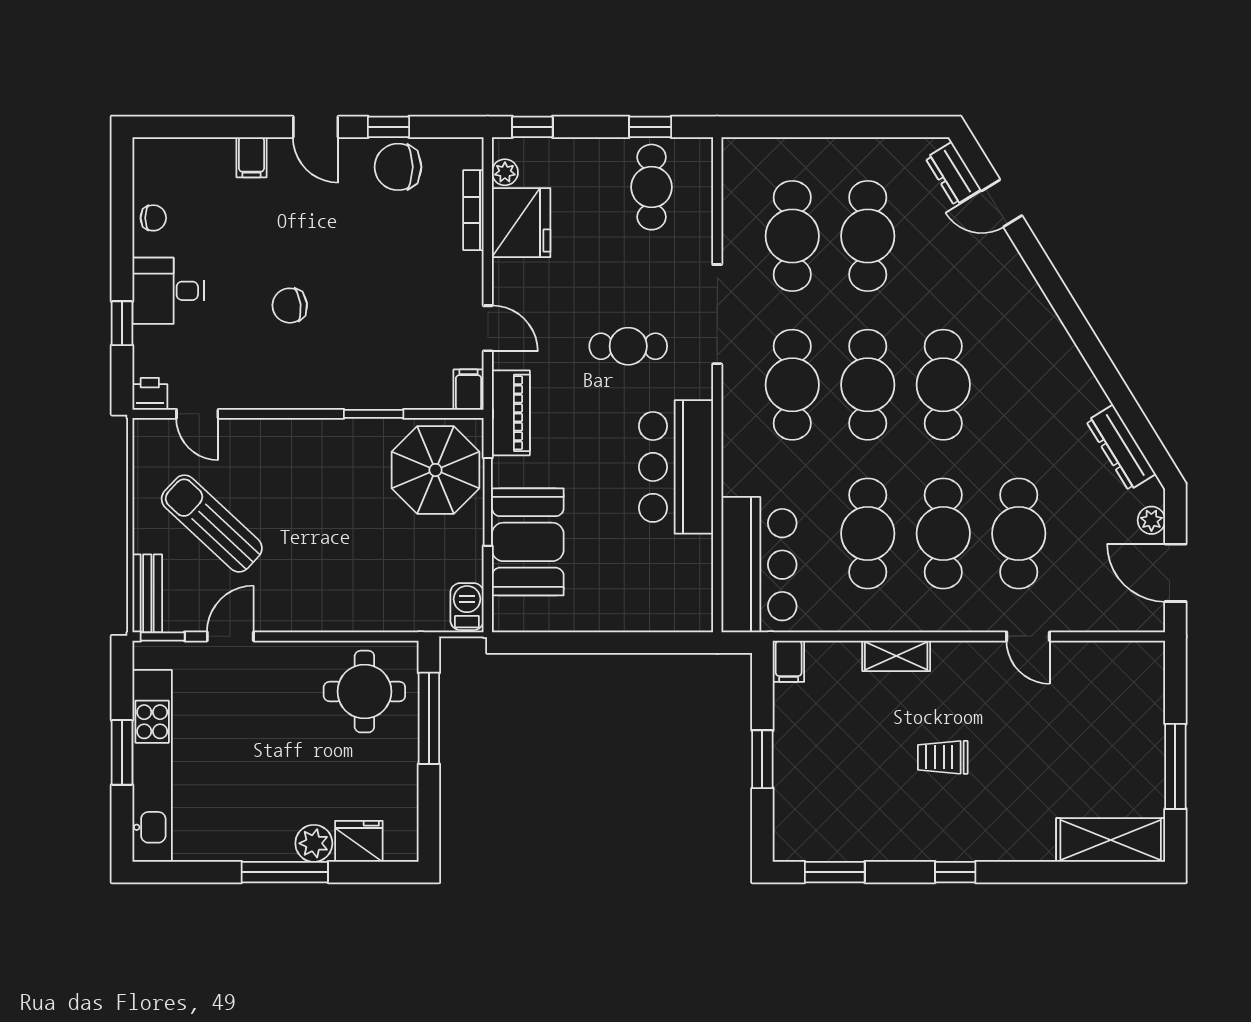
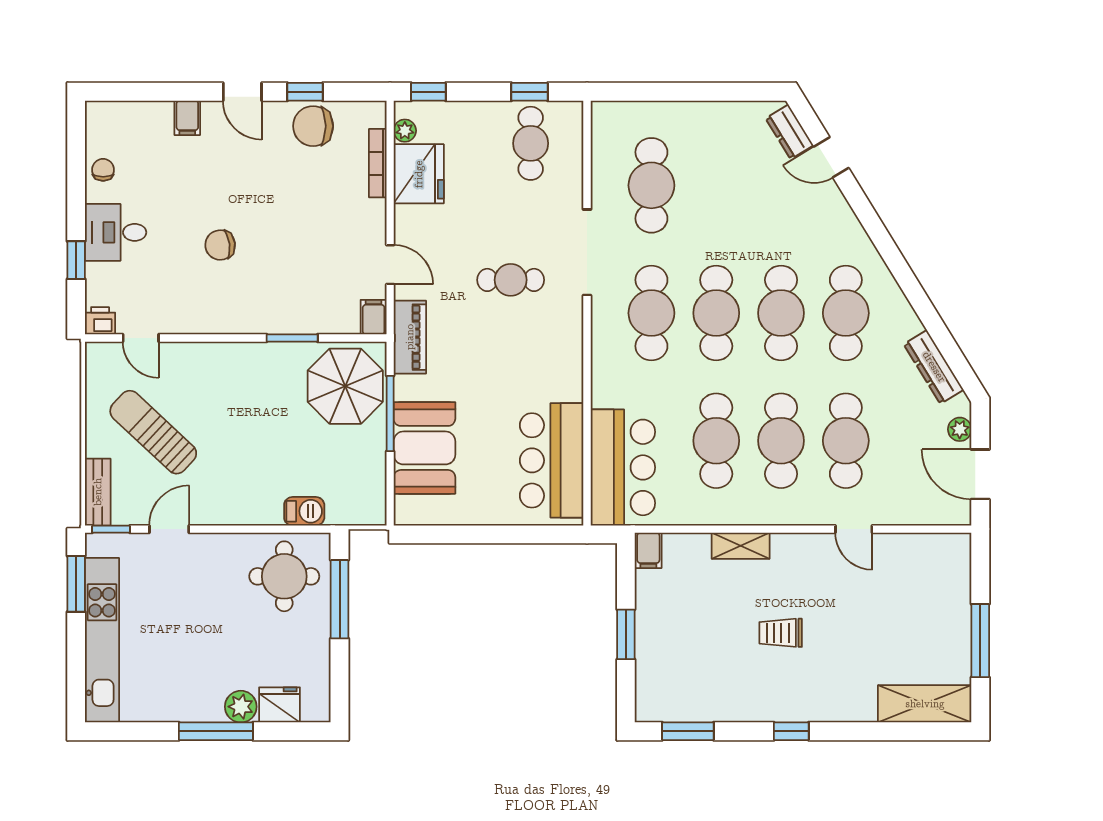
chair: (153, 218) -> (103, 170), turned -90
cafe table: (868, 236) -> (846, 313), moved
bar counter: (676, 467) -> (552, 460), moved
barbecue: (467, 607) -> (304, 511), moved, turned 90
window: (122, 752) -> (76, 584), moved

